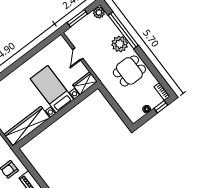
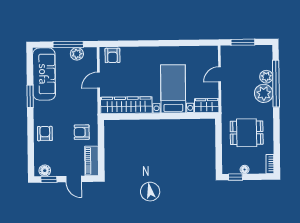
plant: (99, 13) -> (266, 77), moved
dining table: (129, 71) -> (247, 133), moved
window: (161, 107) -> (235, 177), moved

